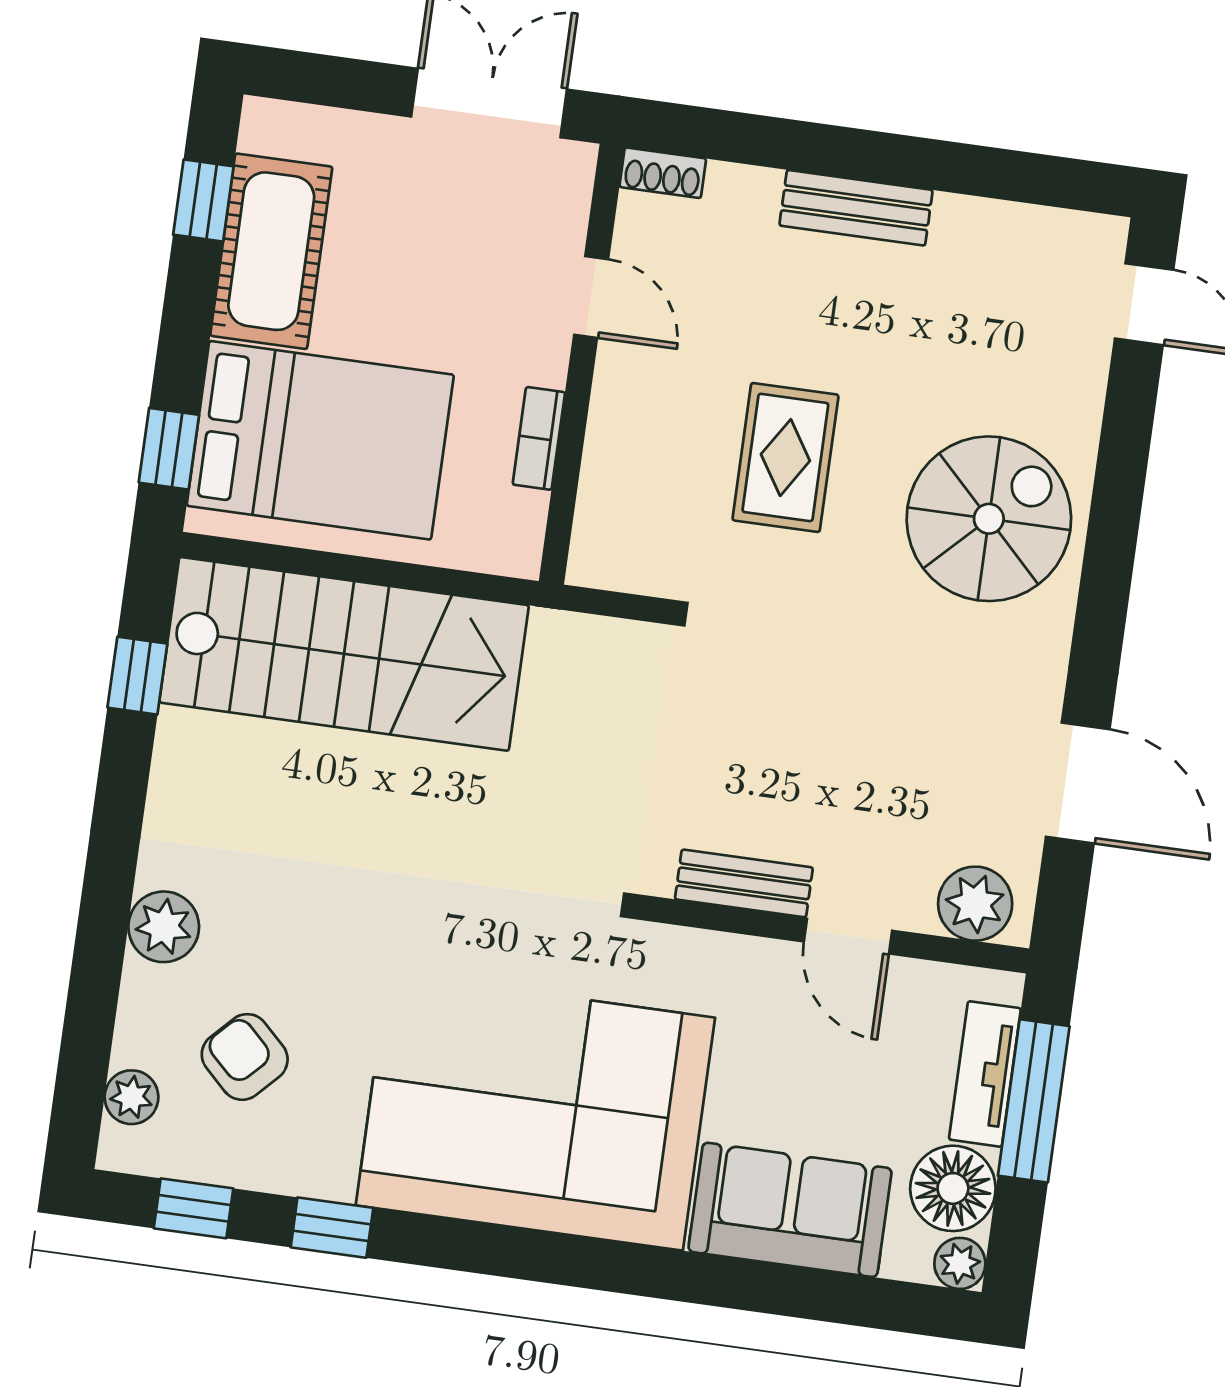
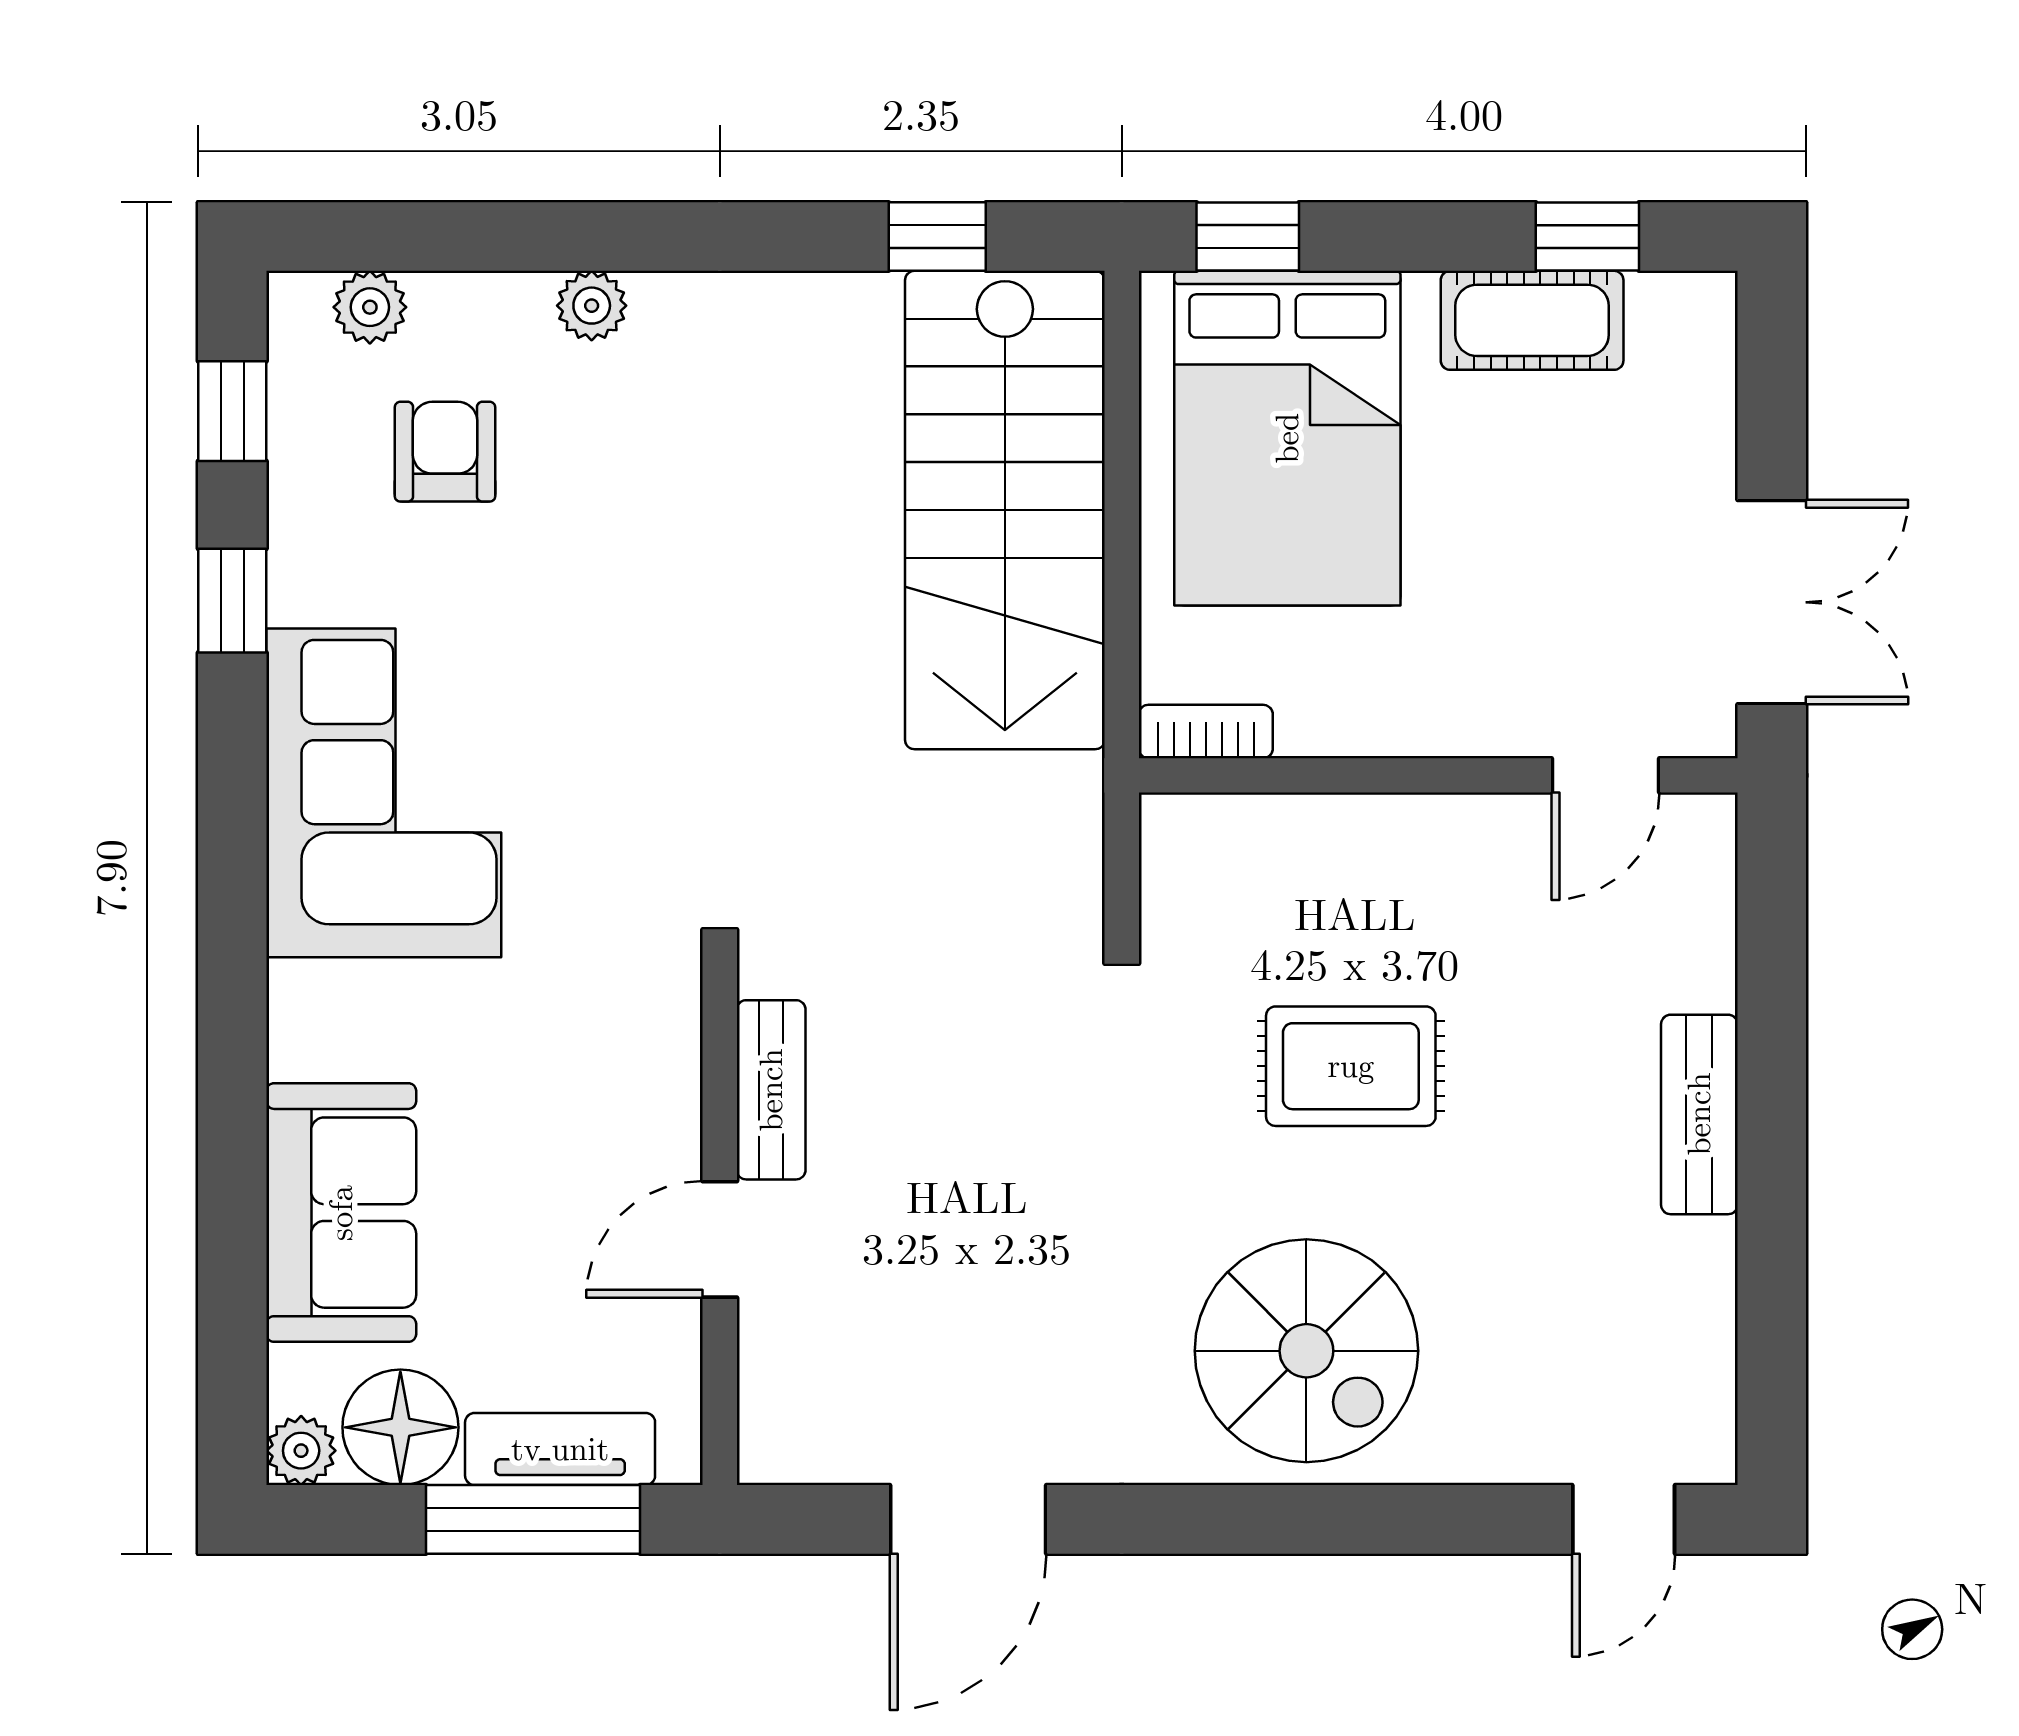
shoe rack: (663, 173) -> (1710, 848), removed
cot: (271, 251) -> (1532, 320), width x0.73, depth x0.75
door: (591, 297) -> (1605, 775), moved
bookcase: (539, 438) -> (1206, 731), moved
plant: (975, 904) -> (787, 1404), removed
plant: (164, 927) -> (592, 306), width x0.73, depth x0.73
armchair: (245, 1057) -> (445, 452), turned -44
corner sofa: (535, 1112) -> (384, 793), width x0.73, depth x0.74

